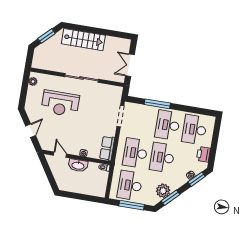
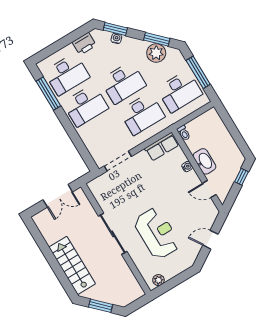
window: (157, 104) -> (48, 93), moved
door: (60, 155) -> (209, 189), hinge flipped
window: (51, 179) -> (242, 177), added

